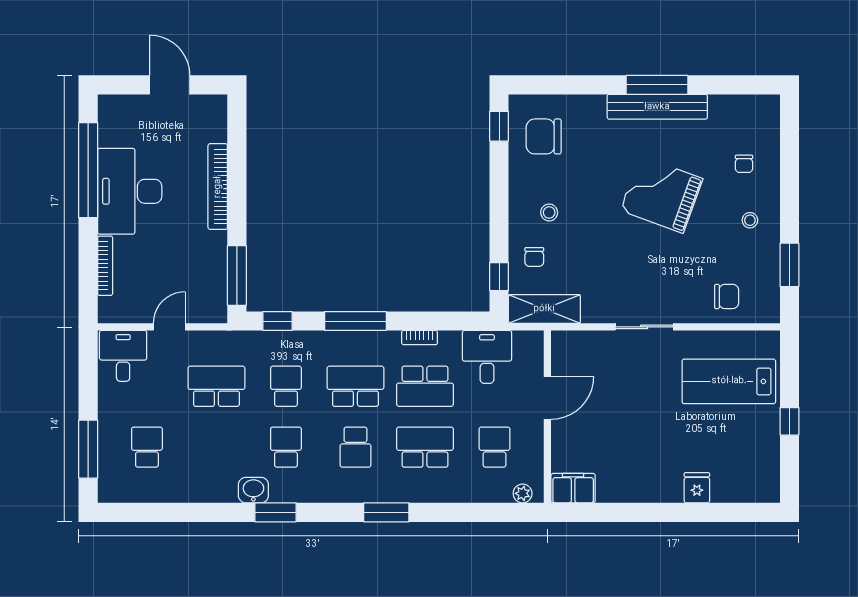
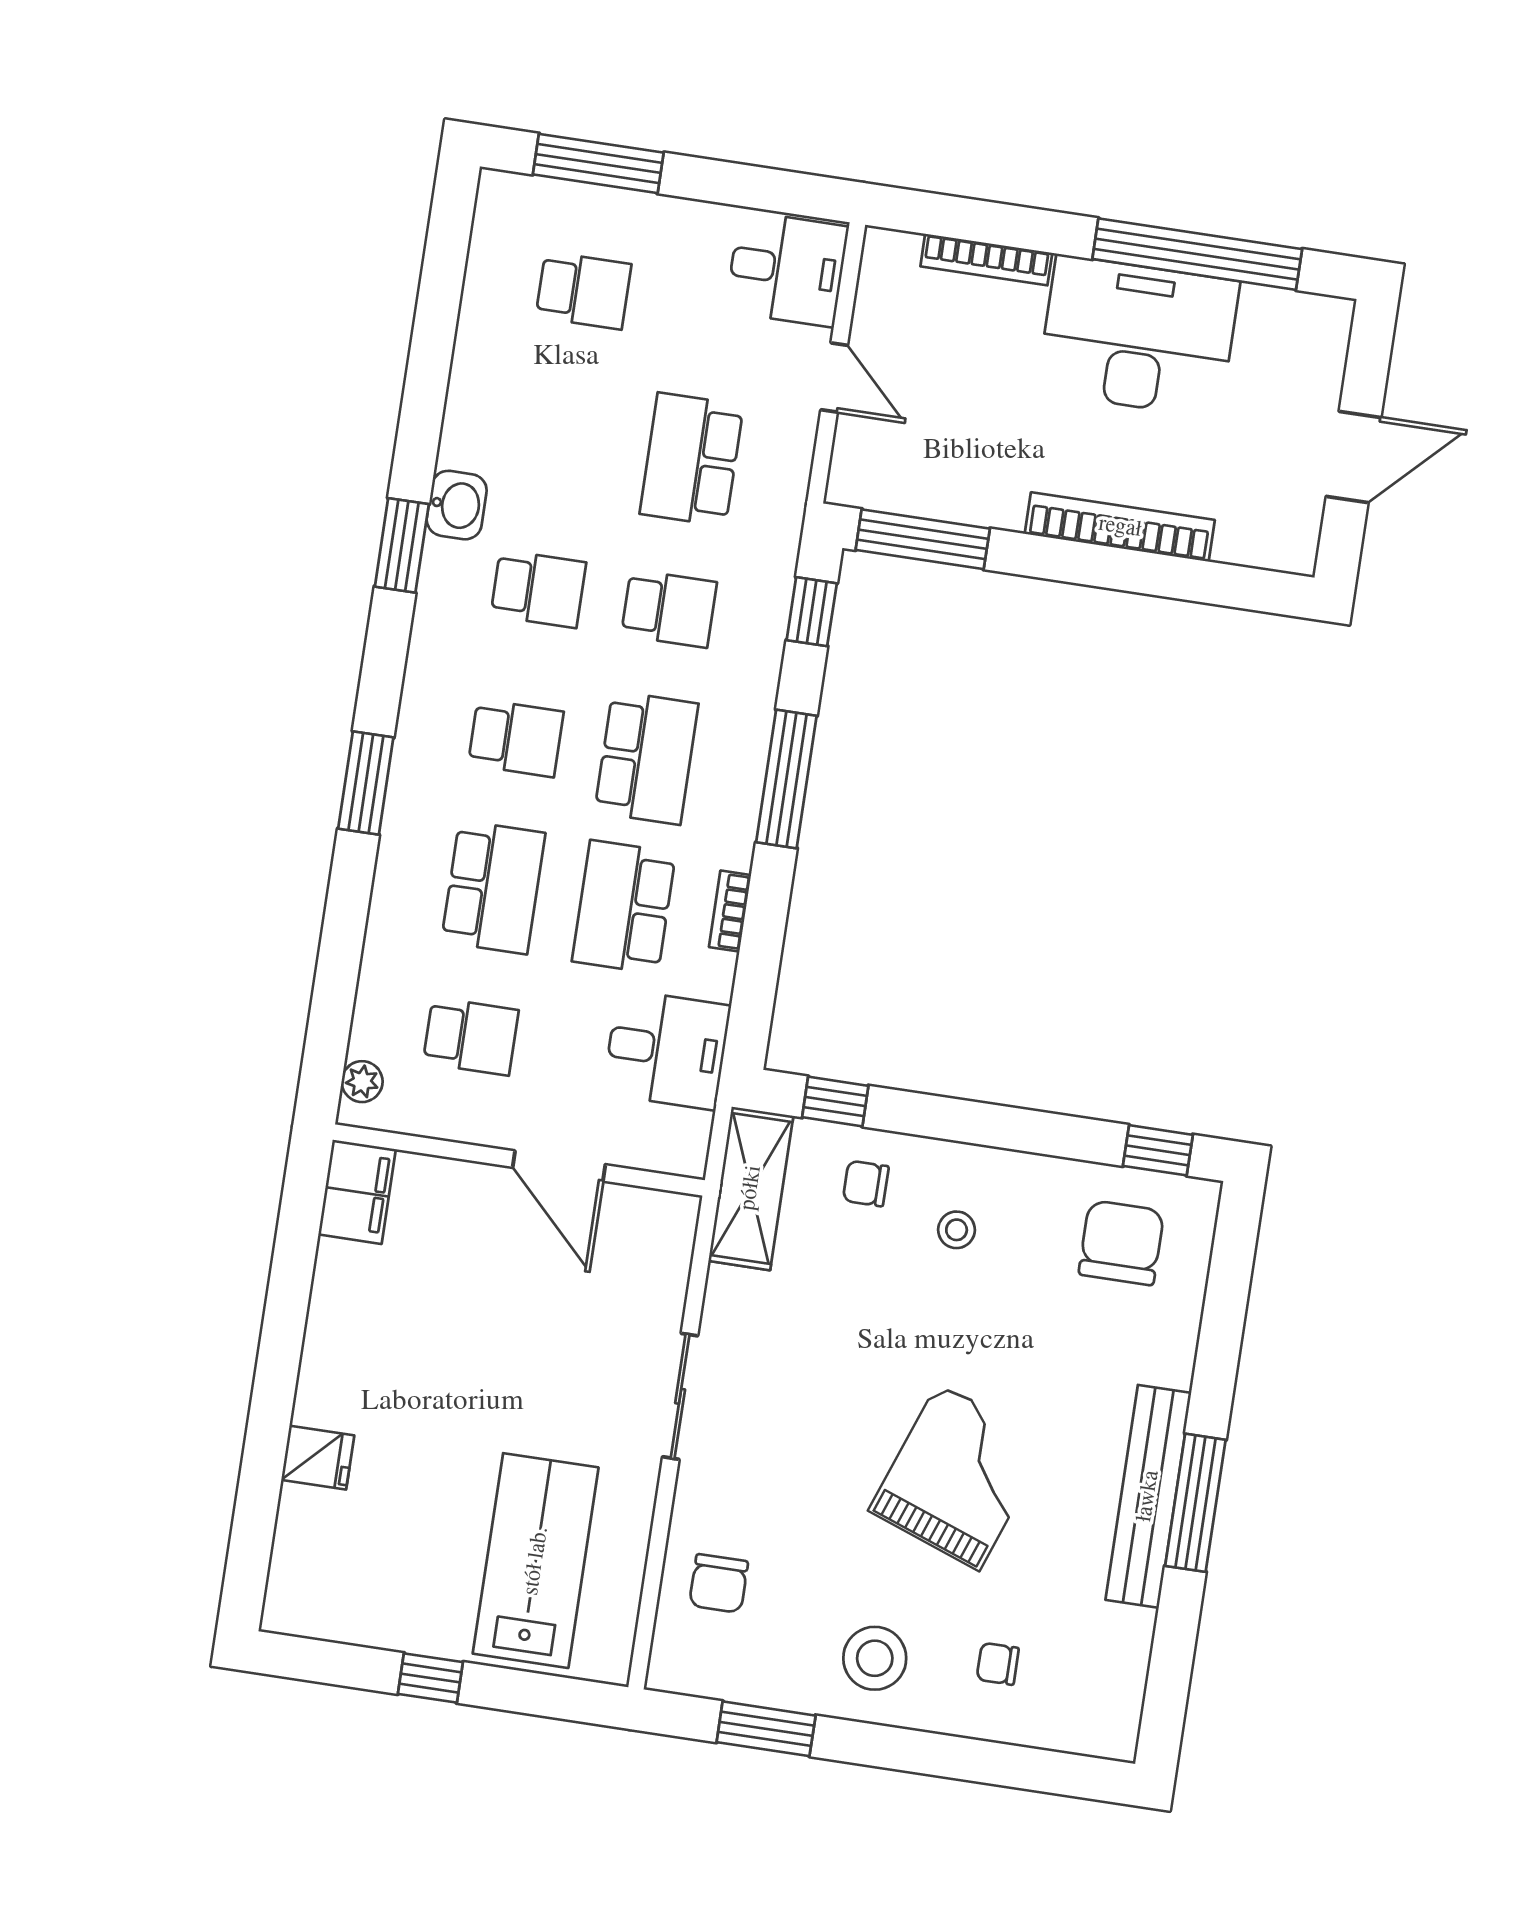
stool: (750, 220) -> (875, 1658), width x1.89, depth x1.89
school desk: (216, 386) -> (692, 459), turned 180
school desk: (355, 447) -> (516, 738), turned 180

